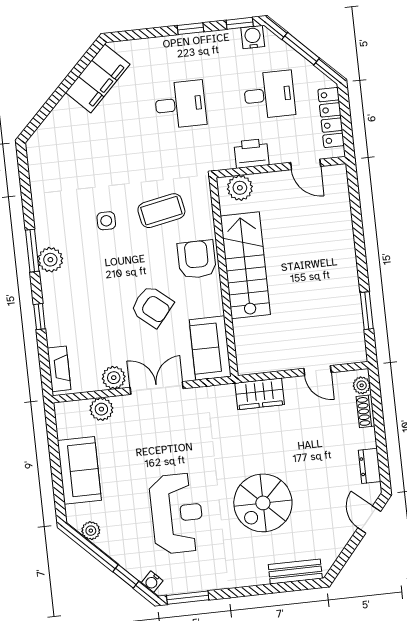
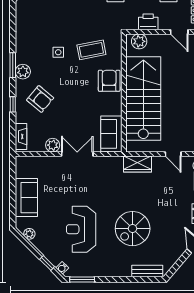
stairs: (245, 265) -> (143, 99), width x1.36, depth x1.51
armchair: (152, 306) -> (40, 99), moved
plant: (101, 409) -> (43, 163), removed
reception desk: (177, 513) -> (81, 229), turned 180

